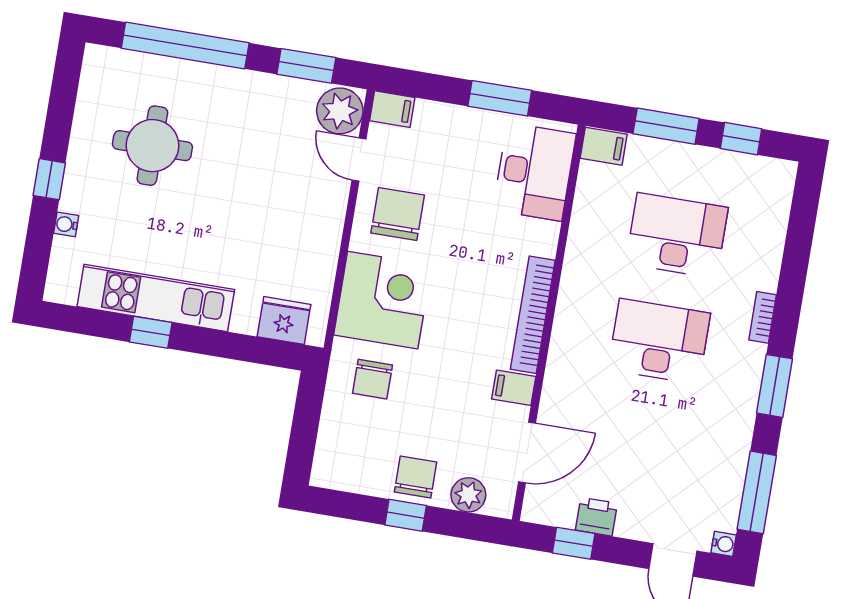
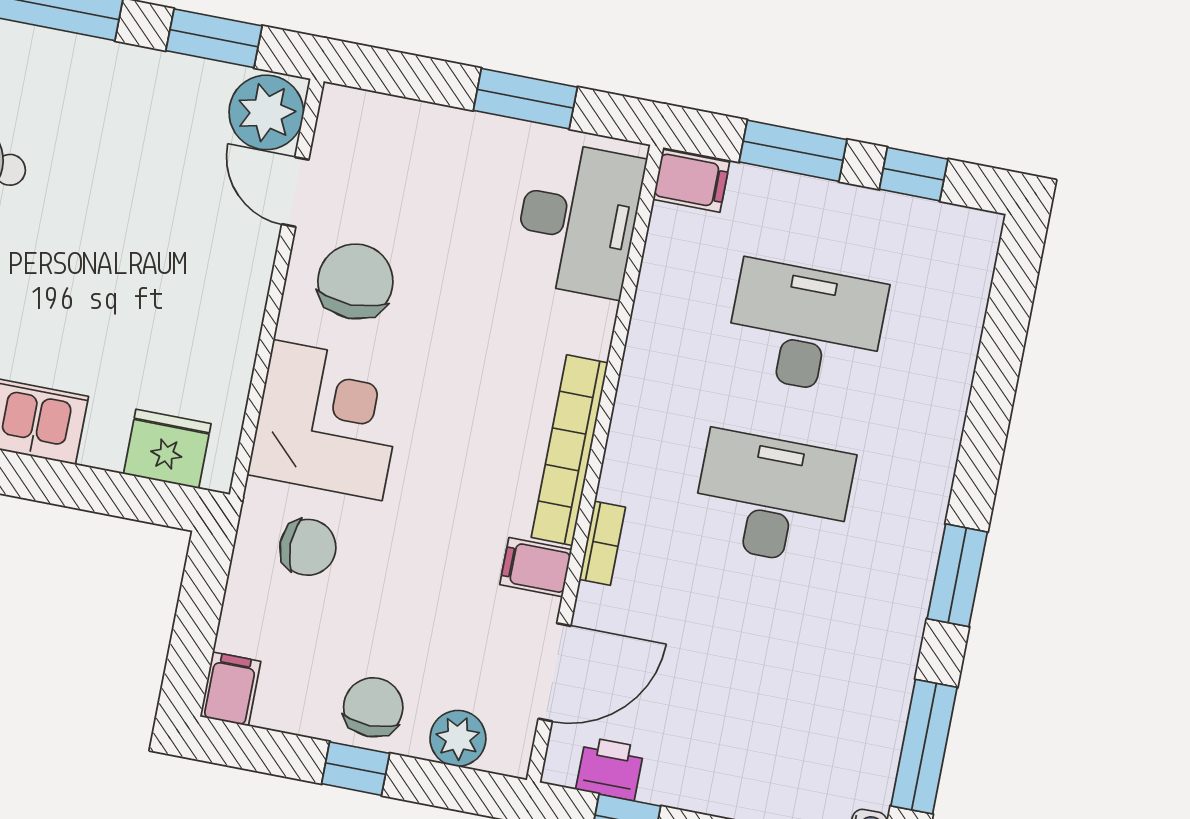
filing cabinet: (392, 109) -> (230, 689), moved, turned -90
bookcase: (763, 317) -> (602, 543), moved, turned 180
chair: (373, 379) -> (308, 547), turned -90
printer: (596, 517) -> (610, 769), moved

